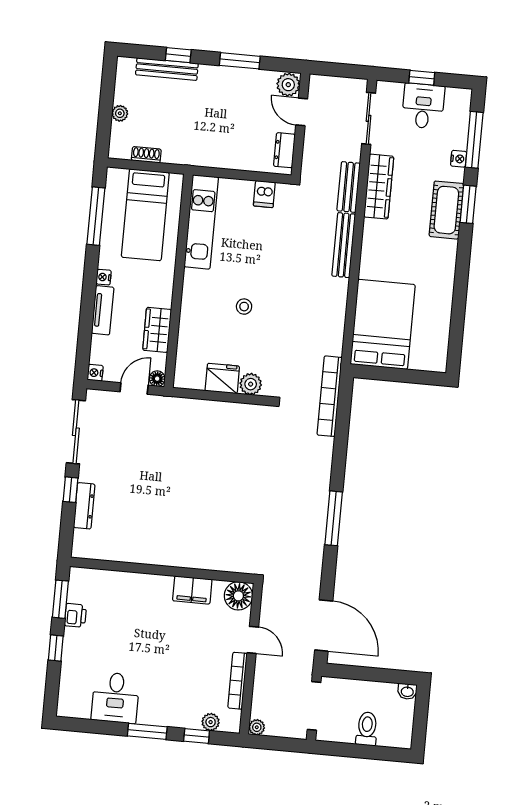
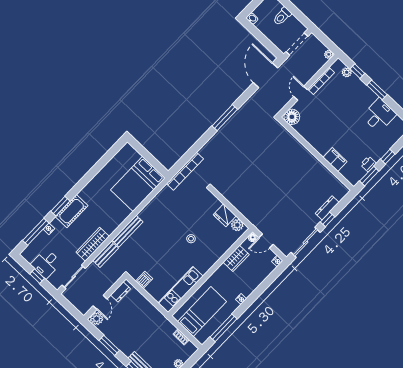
tv unit: (103, 310) -> (253, 285), removed
plant: (251, 384) -> (237, 225), moved
filing cabinet: (192, 590) -> (335, 159), moved

